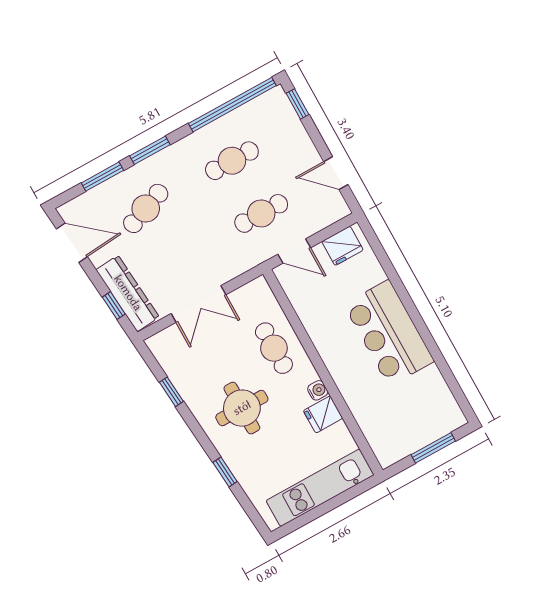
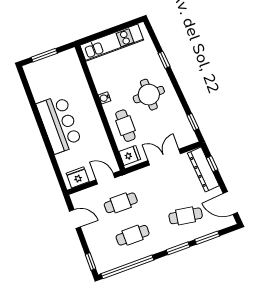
cafe table: (146, 208) -> (186, 216), turned 30
window: (171, 392) -> (193, 122), moved
fridge: (323, 414) -> (130, 155), moved

